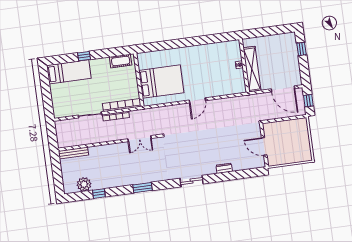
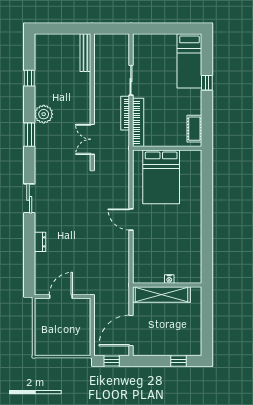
plant: (84, 184) -> (44, 114), moved

